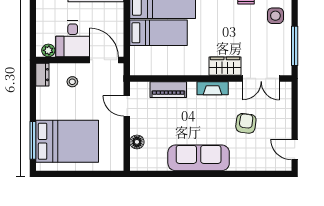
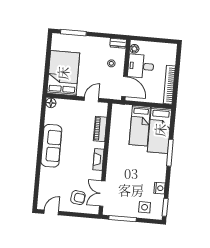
door: (104, 60) -> (124, 87), hinge flipped
wardrobe: (225, 66) -> (113, 169), removed
armchair: (246, 123) -> (78, 198), moved
bed: (67, 141) -> (63, 73), moved, turned 180
floor lamp: (137, 142) -> (51, 103), moved

